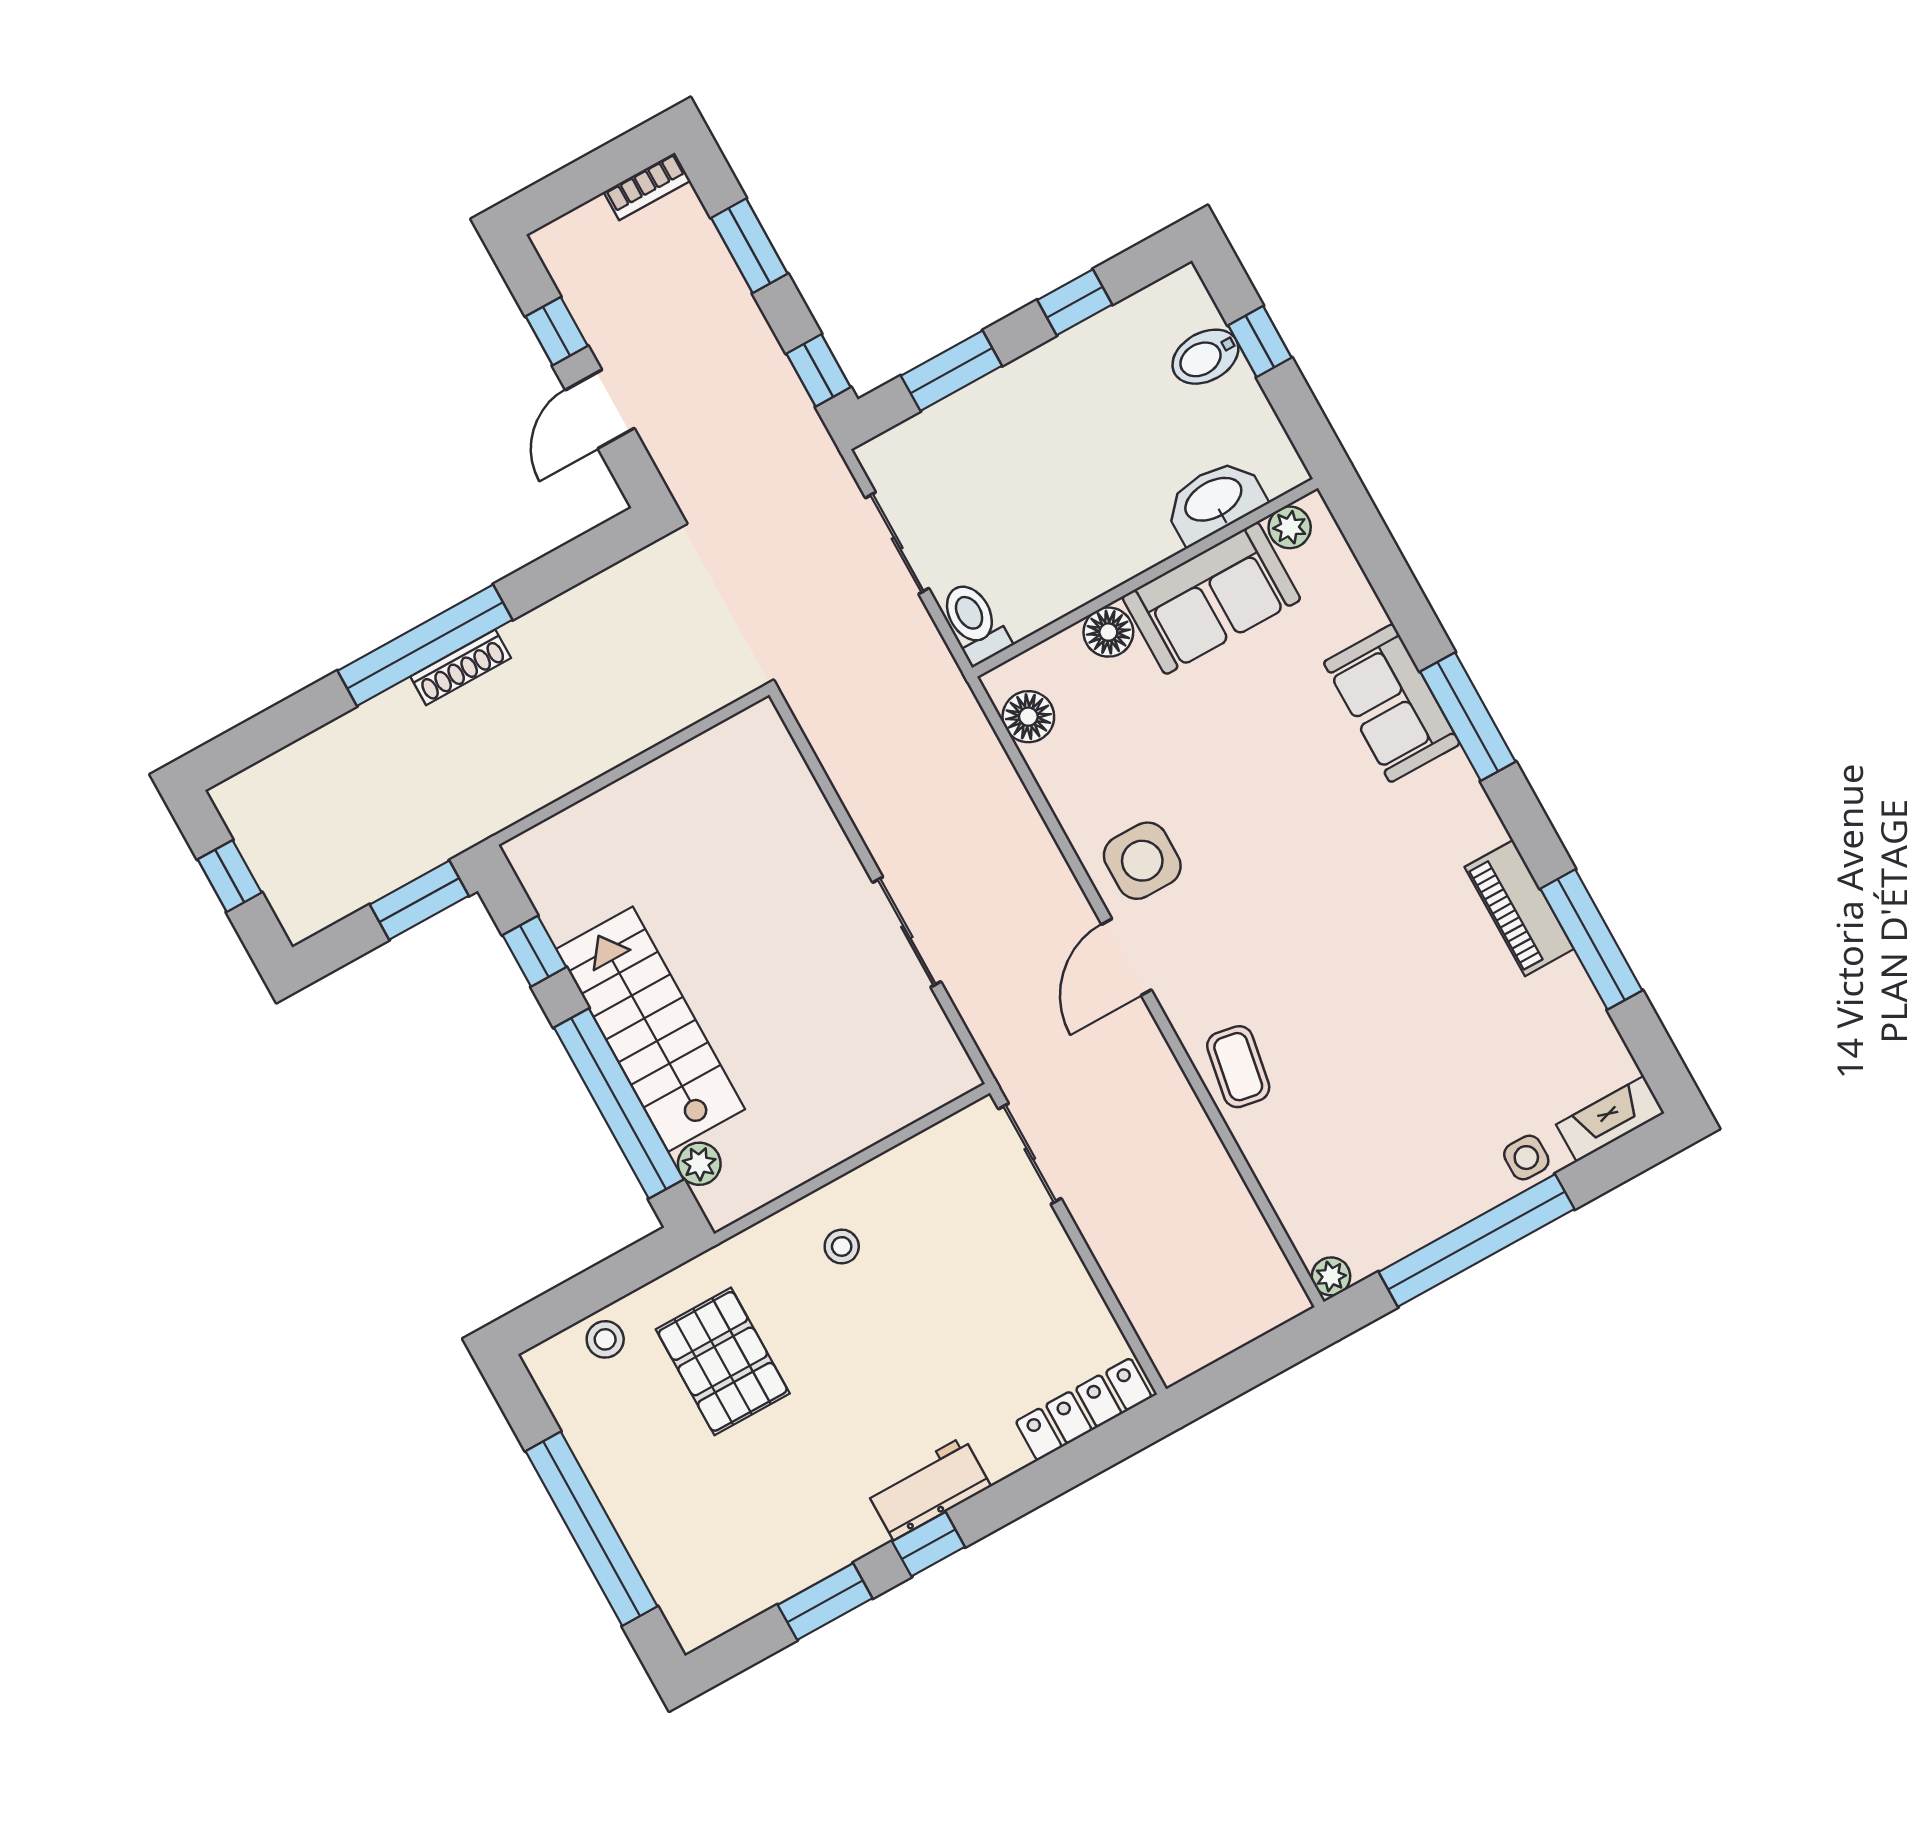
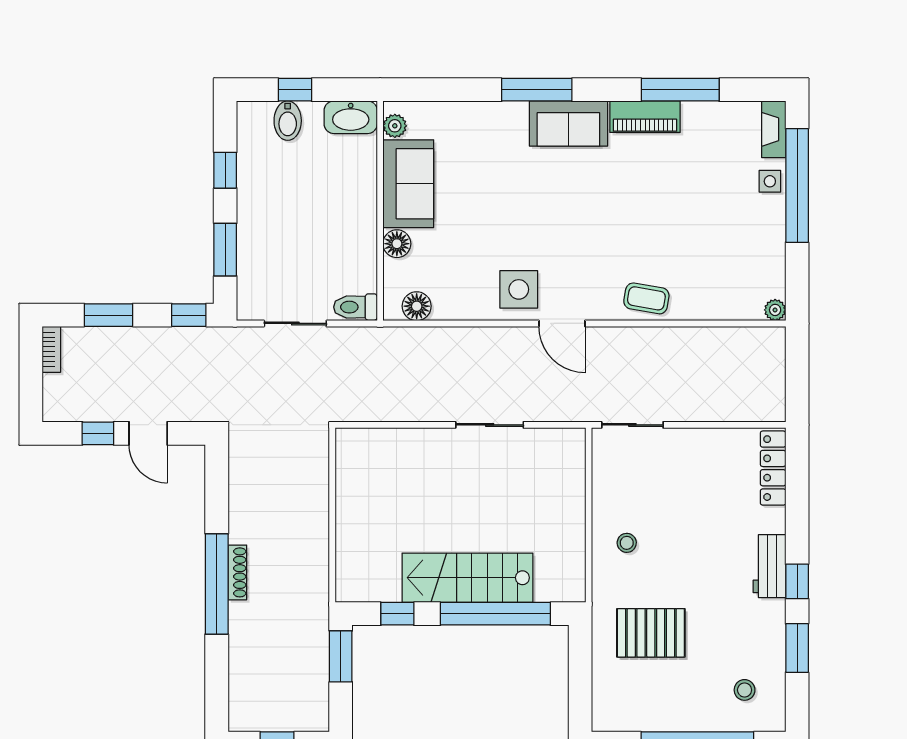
washbasin: (1214, 501) -> (351, 117), moved, turned -90
sofa: (1392, 703) -> (568, 124), moved
plant: (699, 1164) -> (547, 590), removed
window: (1476, 1240) -> (797, 185), moved
stool: (605, 1339) -> (745, 690), moved

